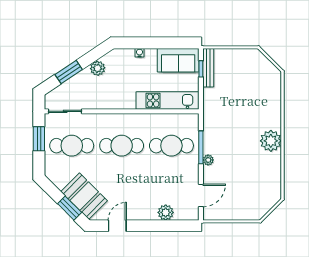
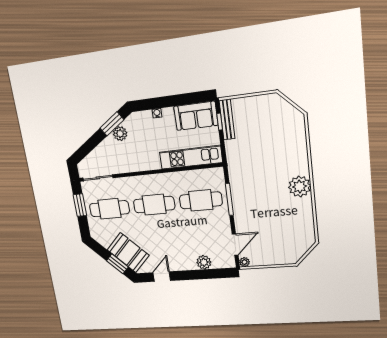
window: (69, 72) -> (112, 124), moved
plant: (208, 160) -> (244, 262), moved

